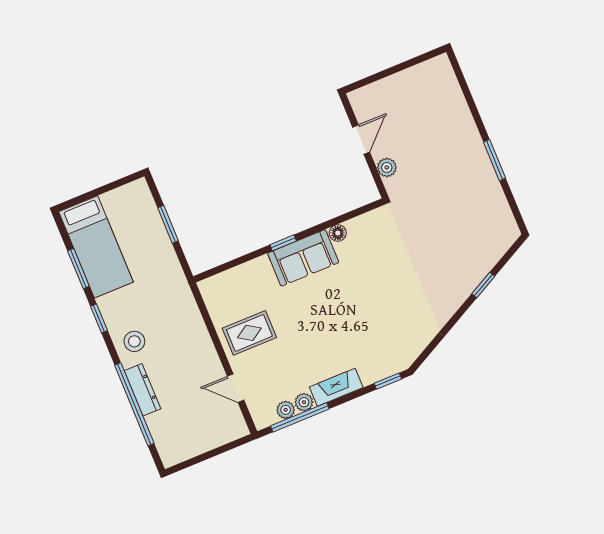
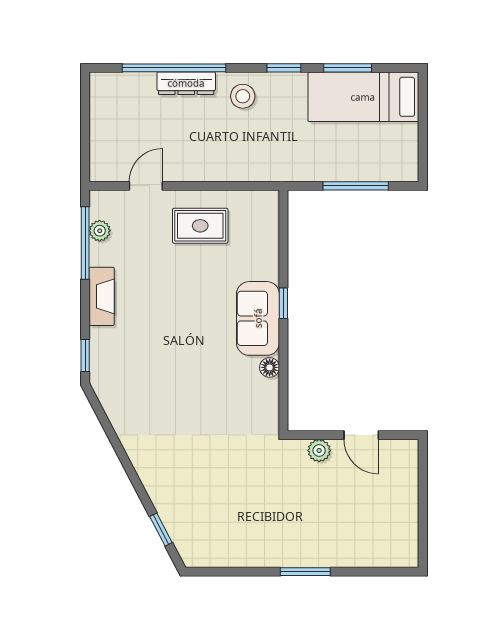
window: (495, 160) -> (305, 572), moved
window: (168, 224) -> (356, 186), width x1.44
window: (483, 285) -> (161, 530), moved
rug: (249, 333) -> (200, 226), turned 90
plant: (304, 402) -> (100, 254), removed

